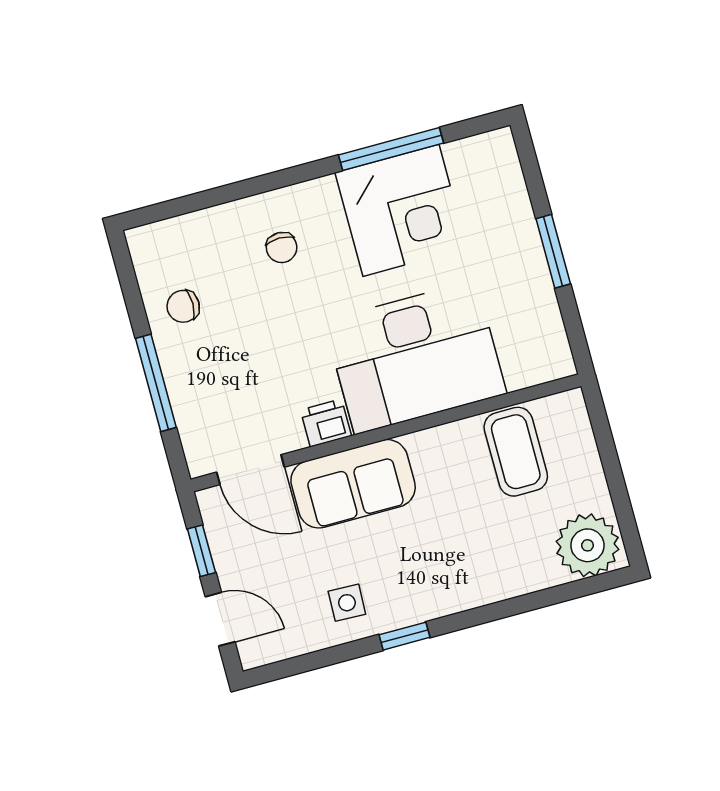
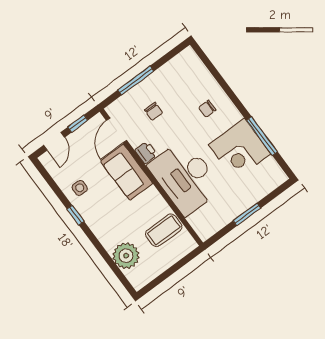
chair: (183, 306) -> (154, 111), moved, turned 180
plant: (587, 545) -> (126, 256), moved

